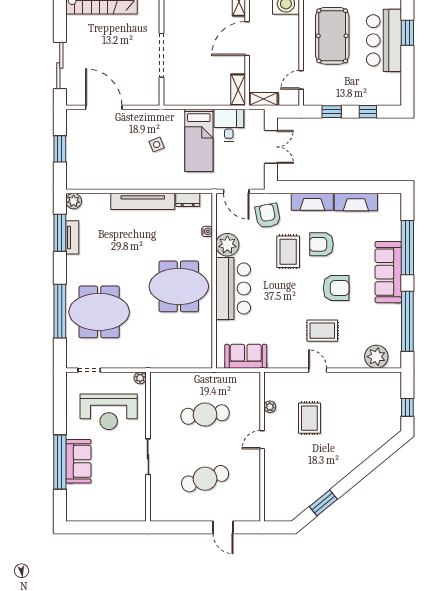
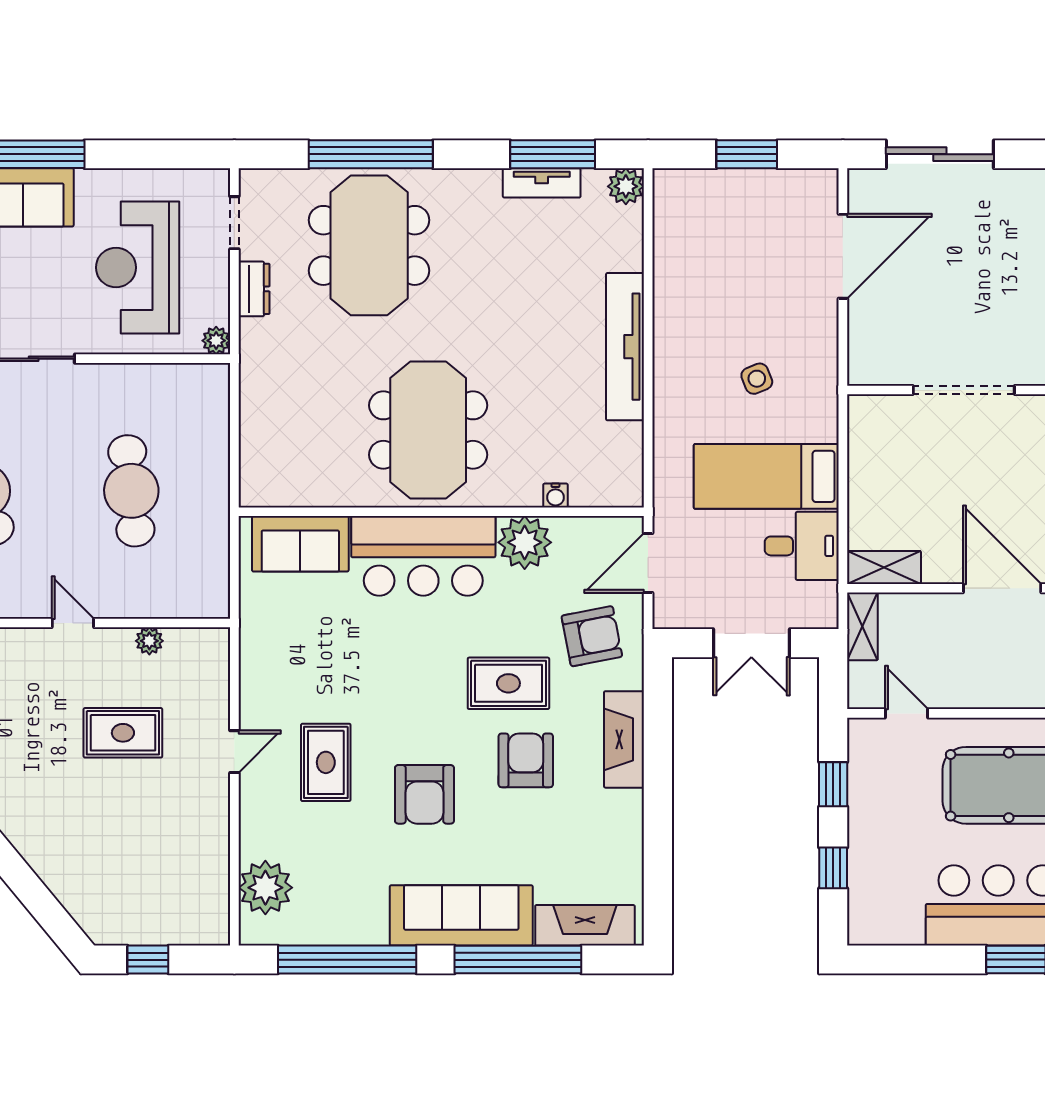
dresser: (188, 200) -> (254, 289), moved, turned 180
fireplace: (356, 202) -> (585, 925), moved, turned 90
sofa: (246, 356) -> (300, 544), moved, turned 90

